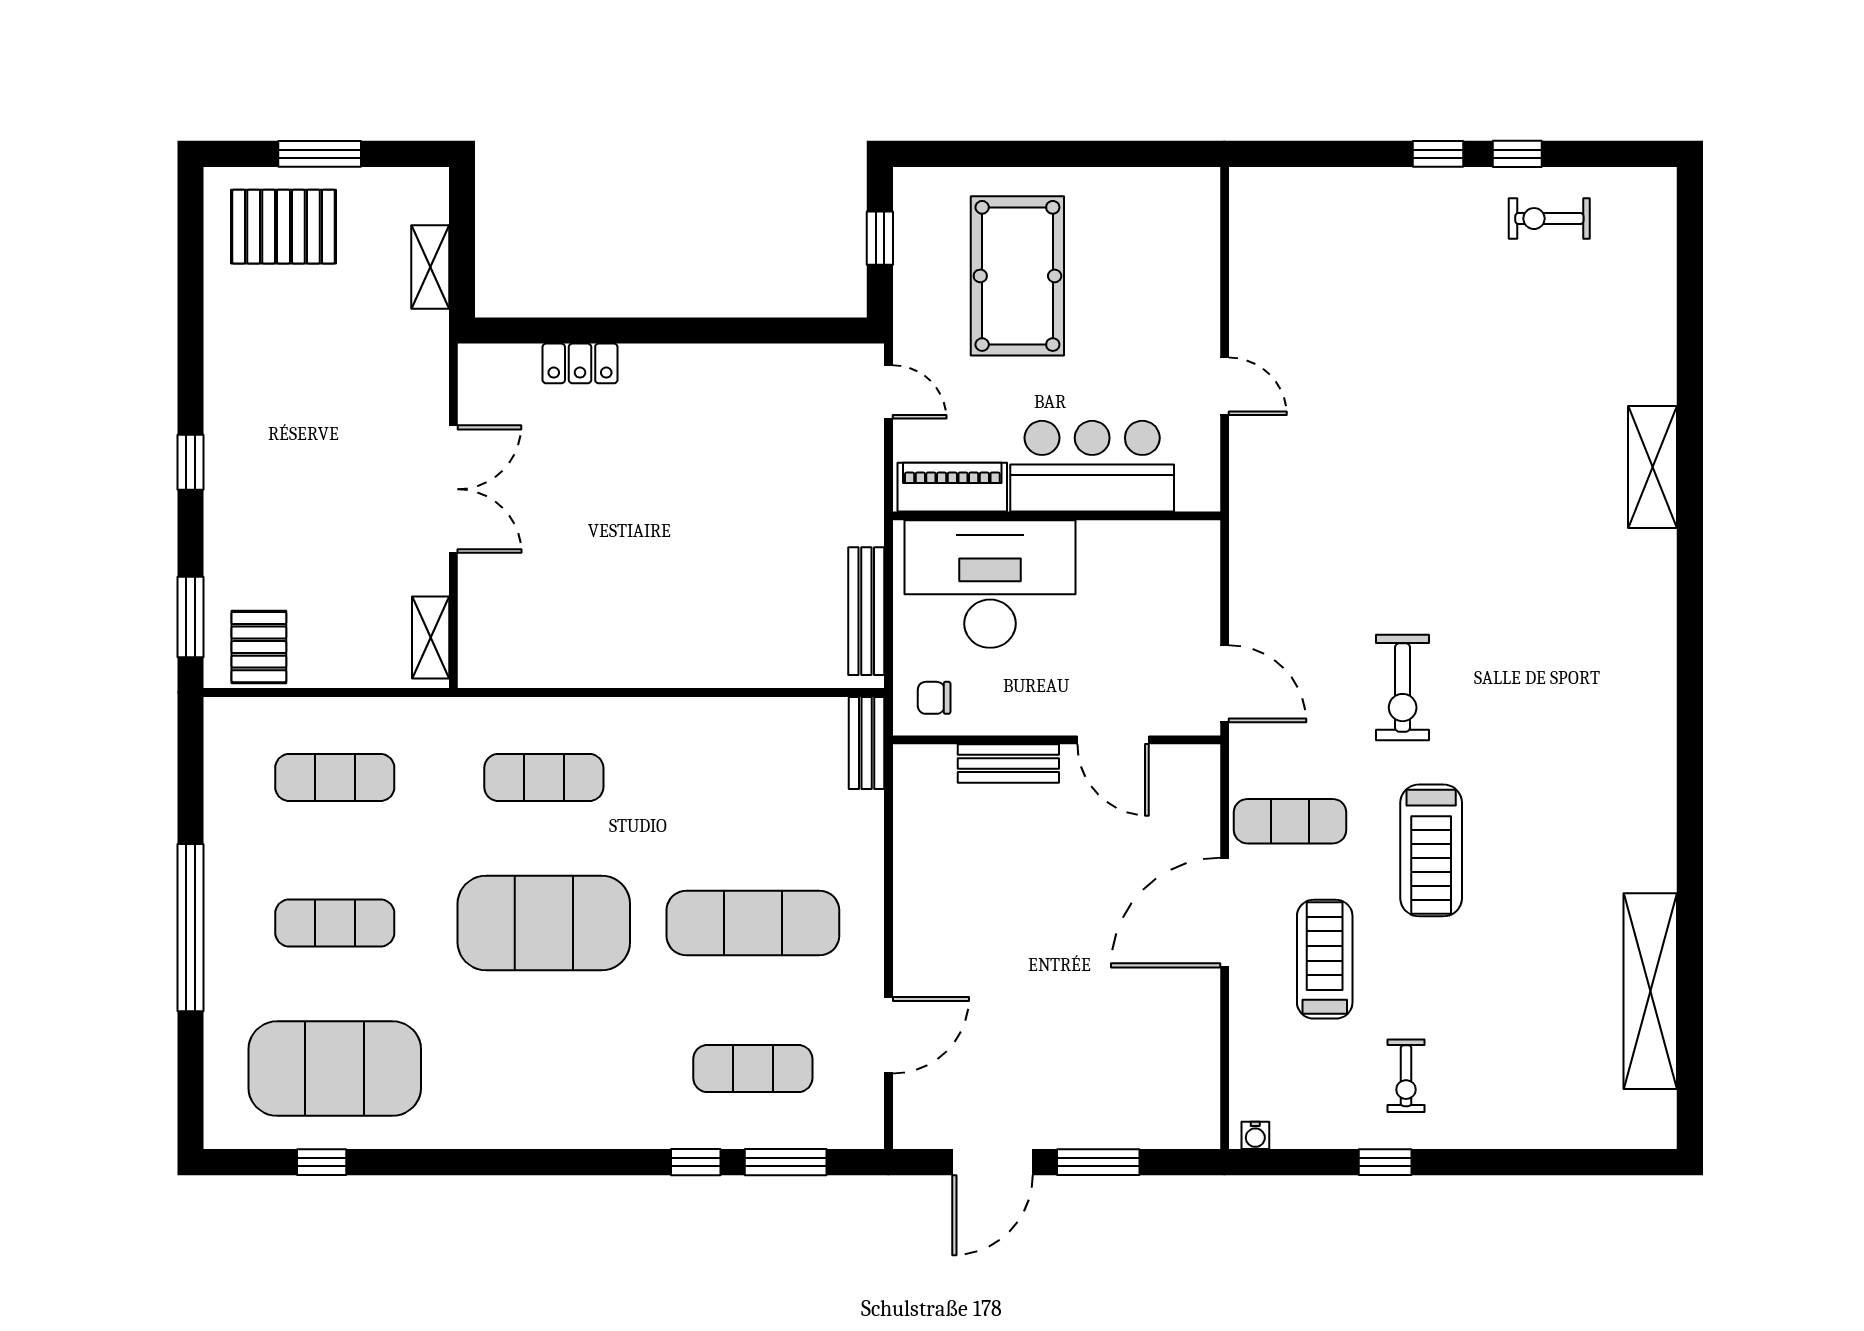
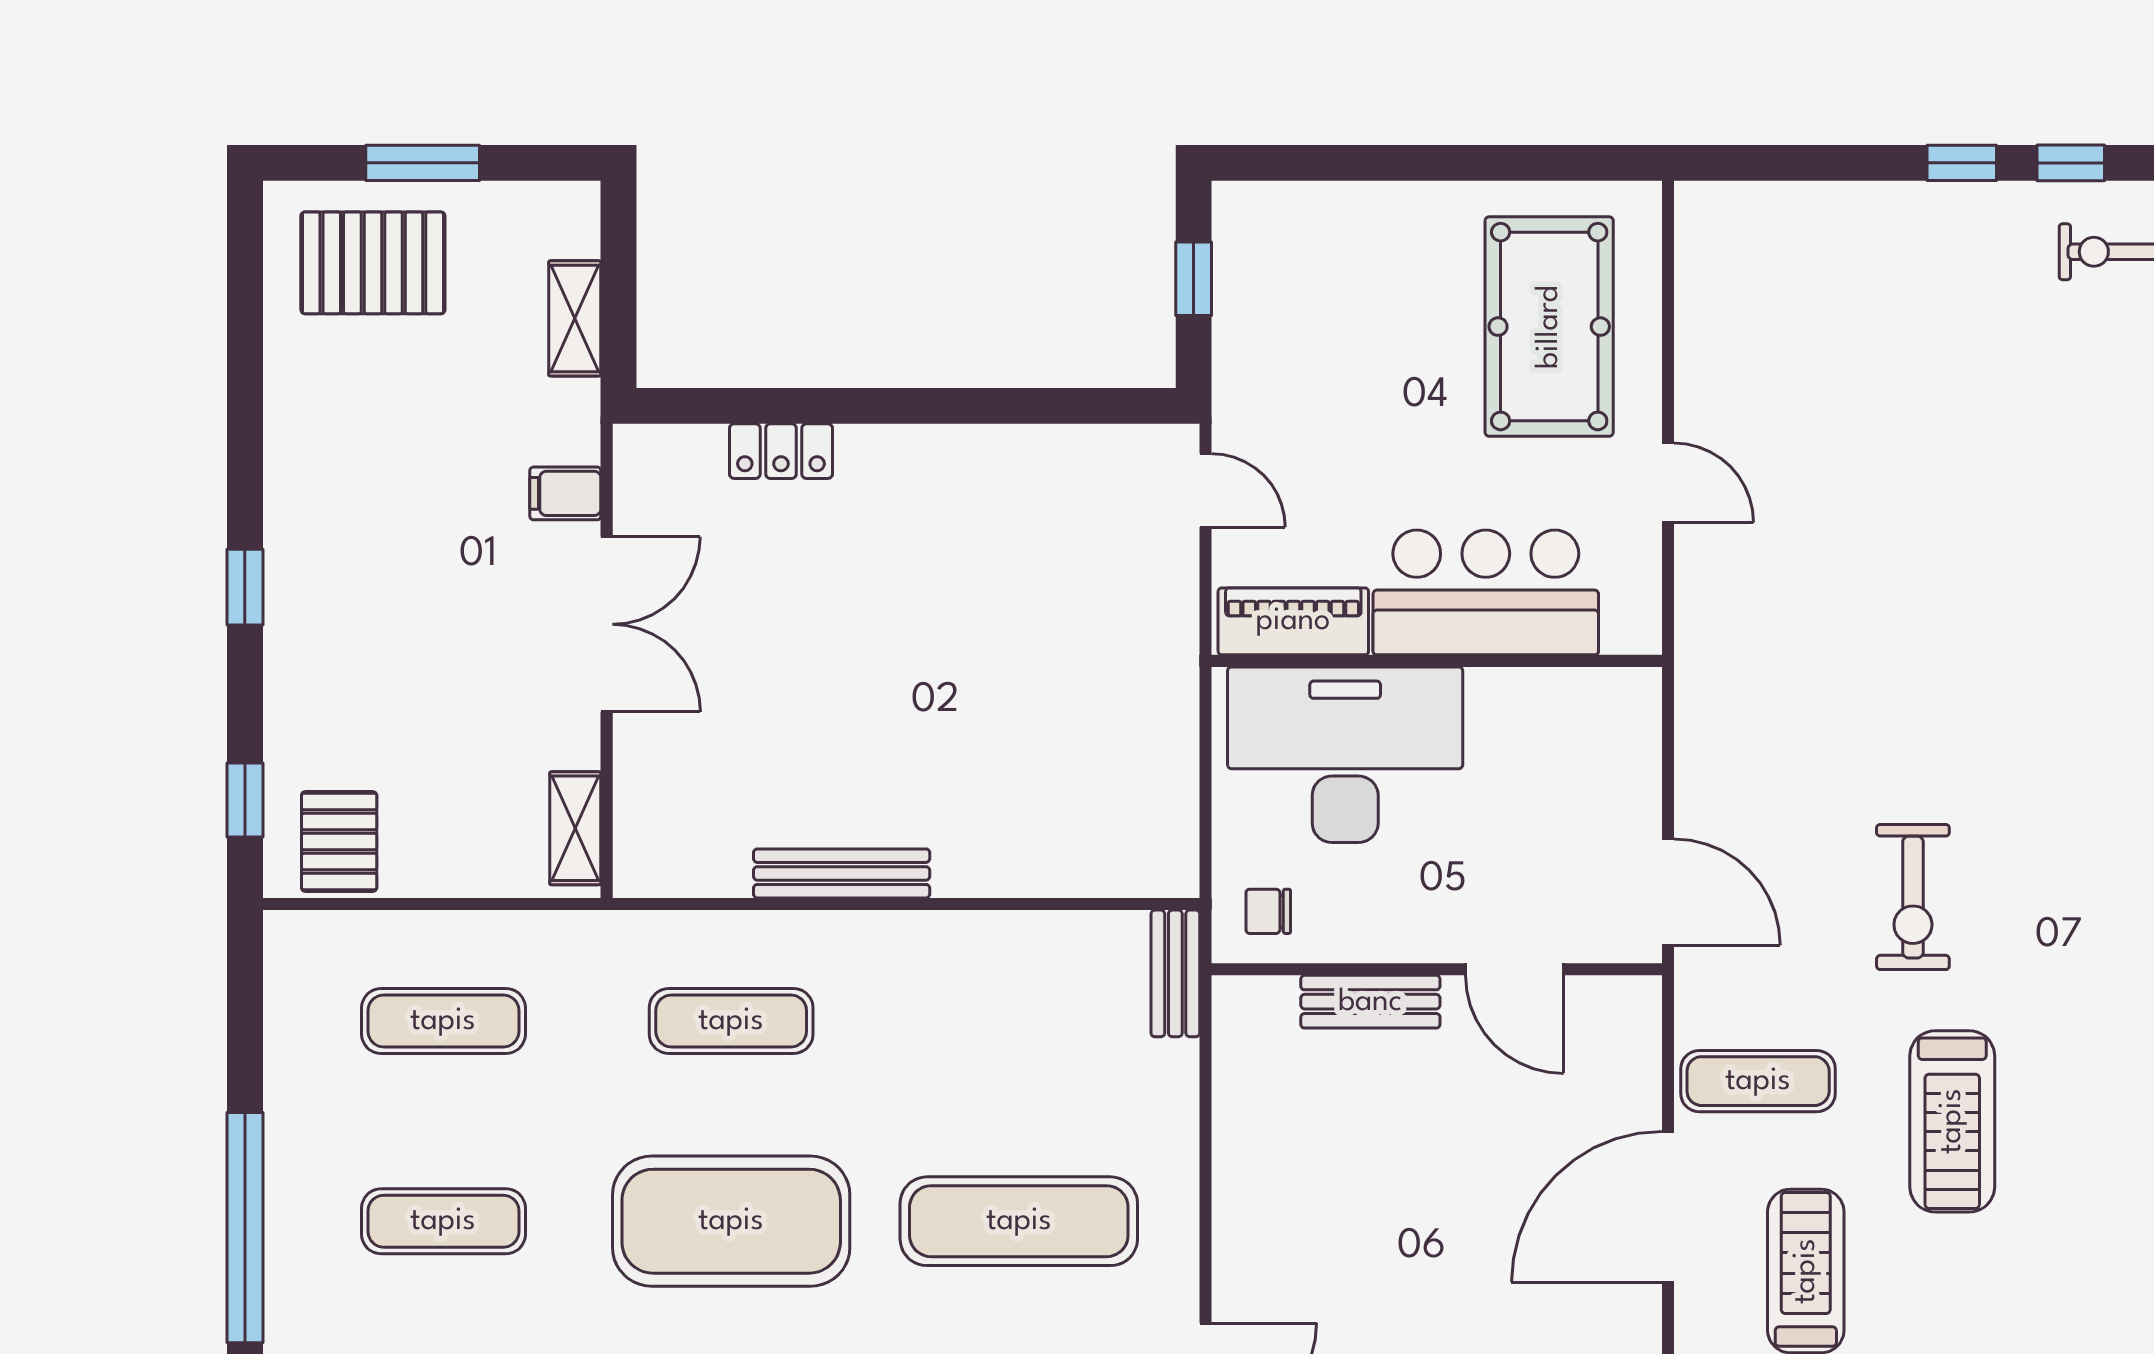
pool table: (1017, 276) -> (1549, 327), moved
filing cabinet: (423, 394) -> (565, 493), added
bench: (866, 611) -> (842, 873), moved, turned 90
window: (191, 617) -> (245, 800), width x0.67

